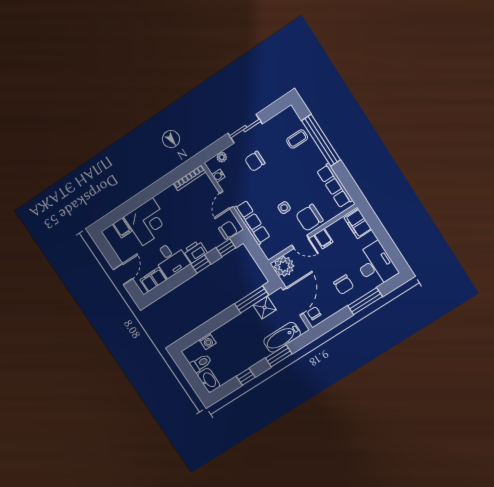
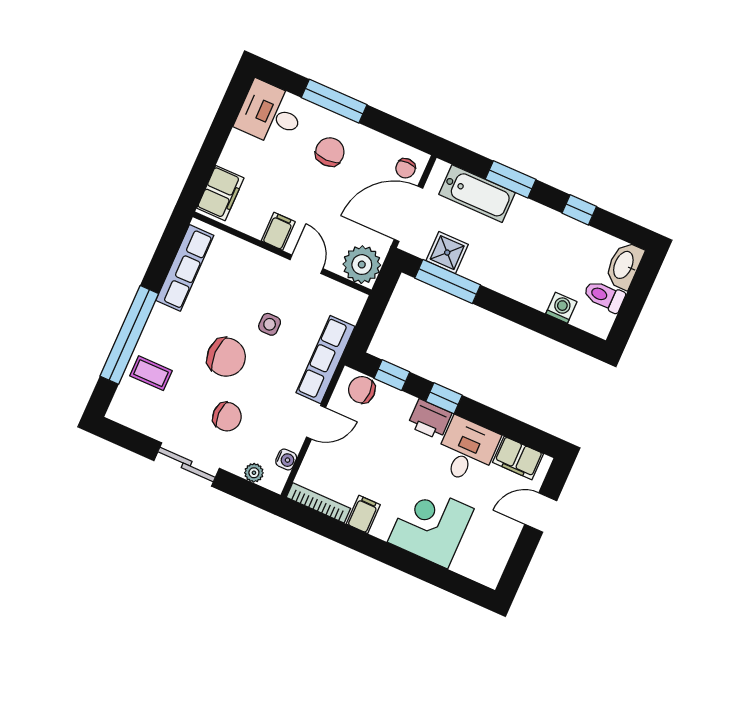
chair: (309, 218) -> (226, 357), moved
filing cabinet: (122, 228) -> (363, 514), moved
desk: (376, 265) -> (270, 114), width x0.73

